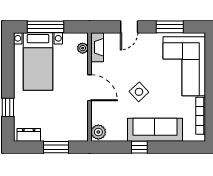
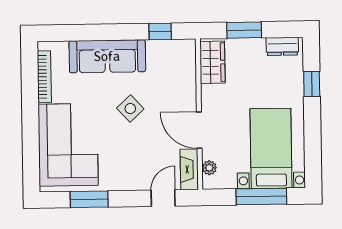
door: (129, 27) -> (163, 198), moved
door: (89, 88) -> (199, 130), moved
wardrobe: (79, 124) -> (212, 62), added
plant: (98, 132) -> (186, 52), removed
window: (139, 147) -> (160, 31), moved

